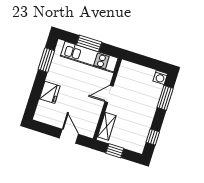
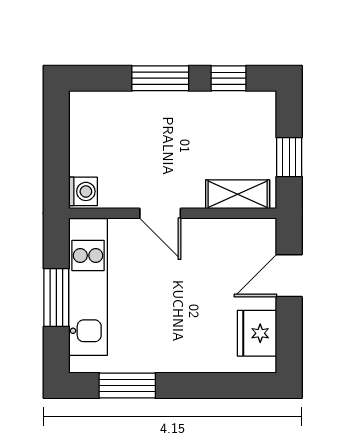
washing machine: (160, 77) -> (83, 191), moved
fridge: (50, 92) -> (257, 333), moved, turned -90
window: (165, 98) -> (160, 78), moved

